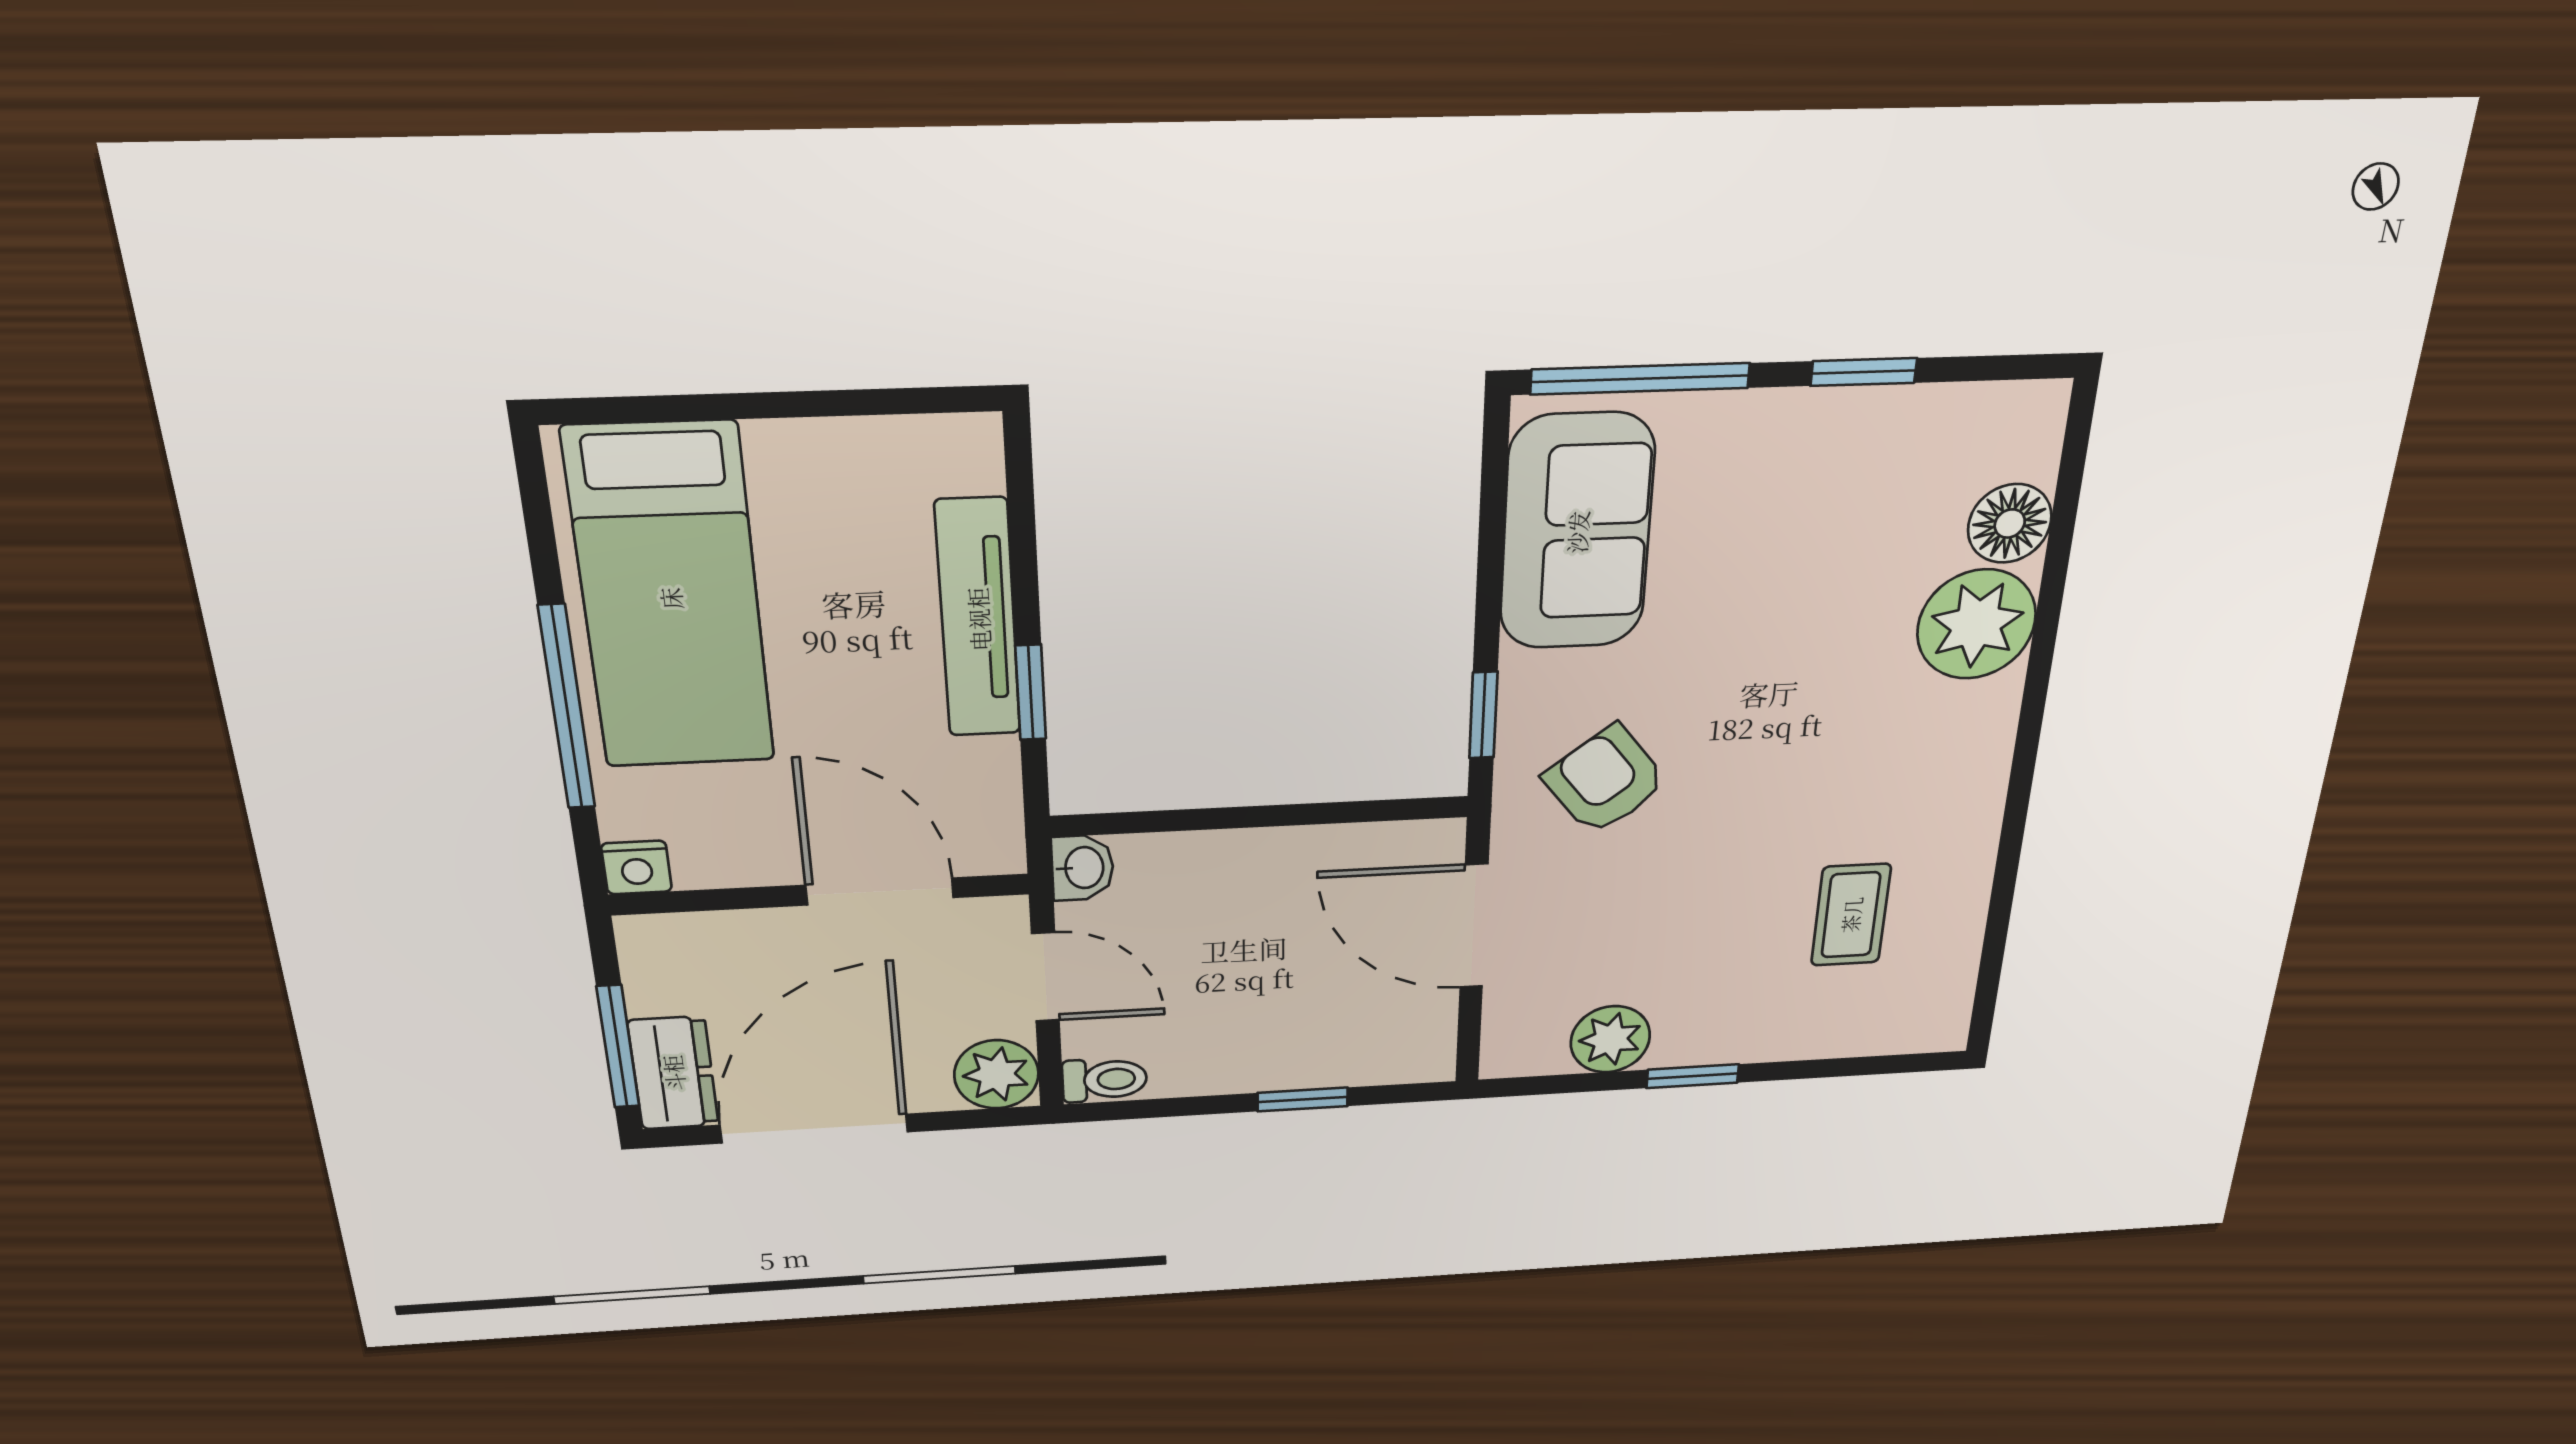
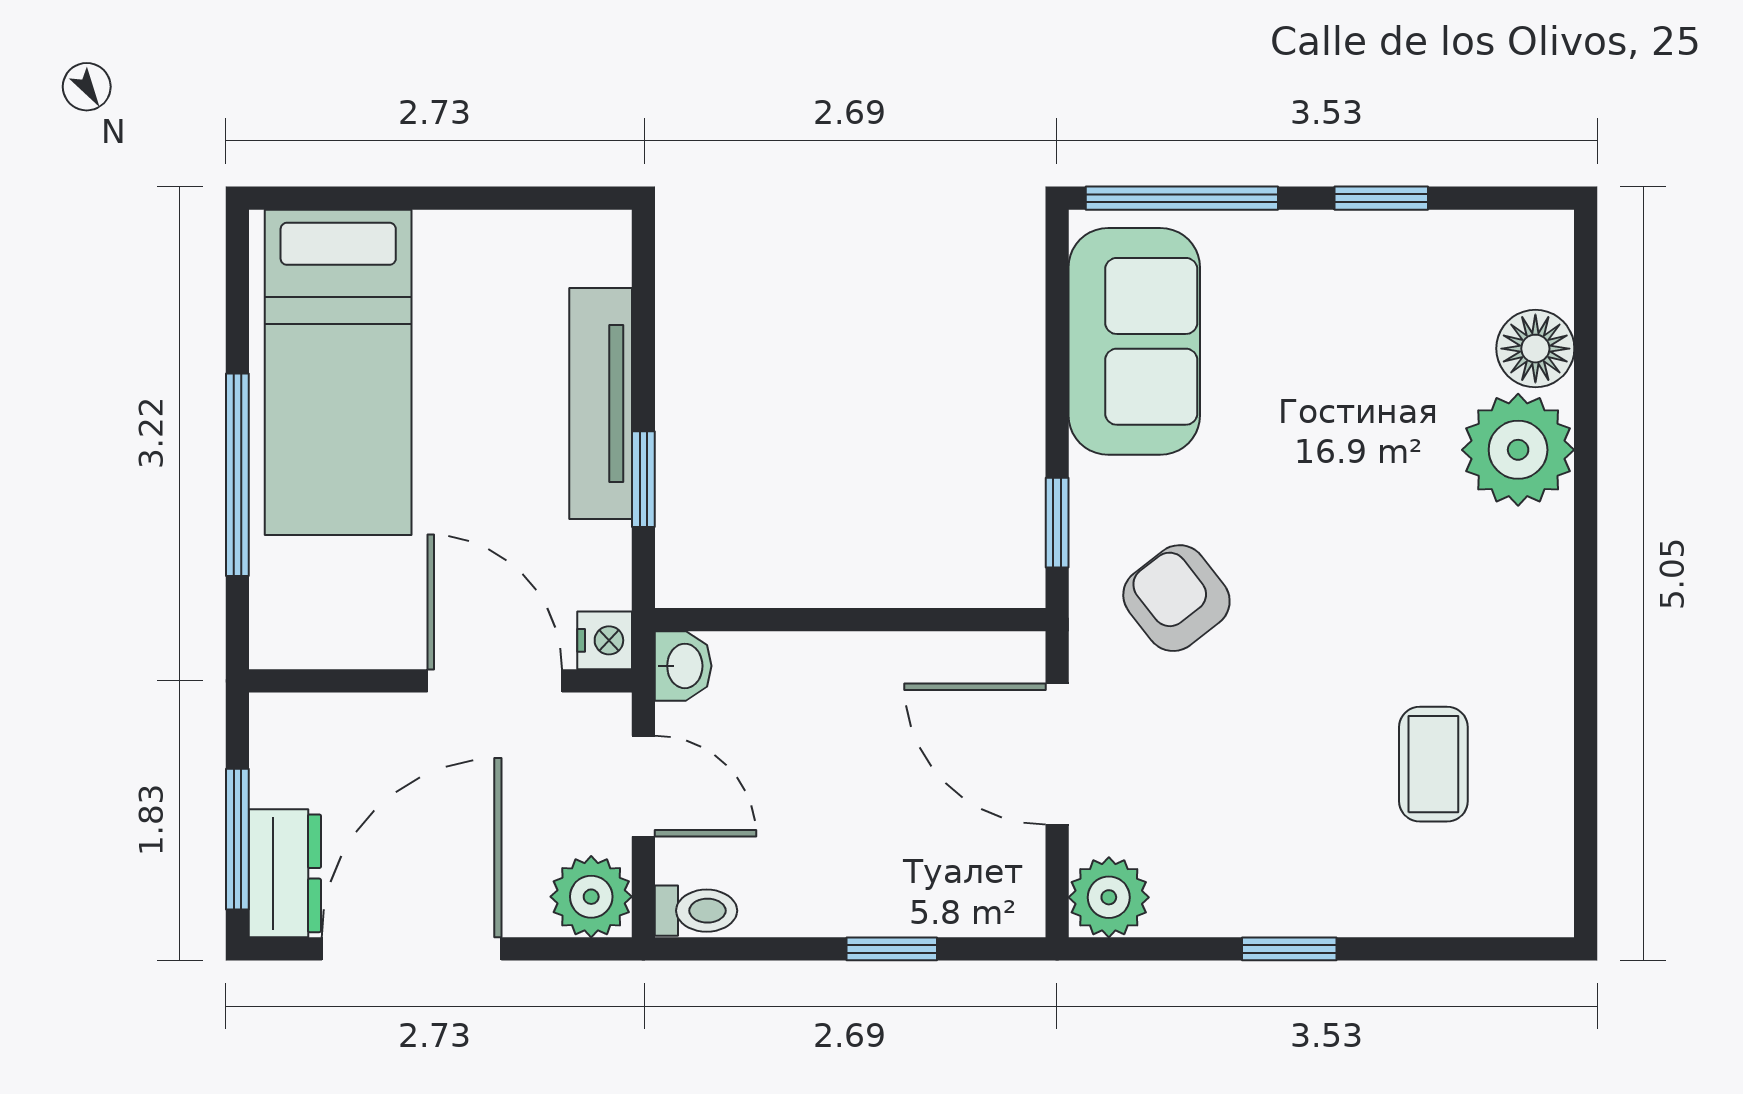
nightstand: (637, 867) -> (605, 640), moved, turned -90
plant: (1610, 1039) -> (1109, 897), moved

